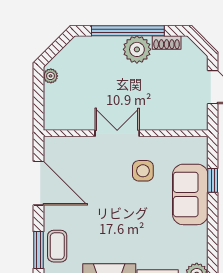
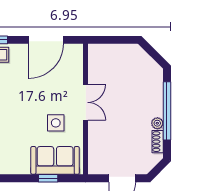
plant: (137, 49) -> (157, 123), width x0.53, depth x0.53
plant: (51, 76) -> (131, 49), removed
sofa: (190, 194) -> (55, 160), moved

